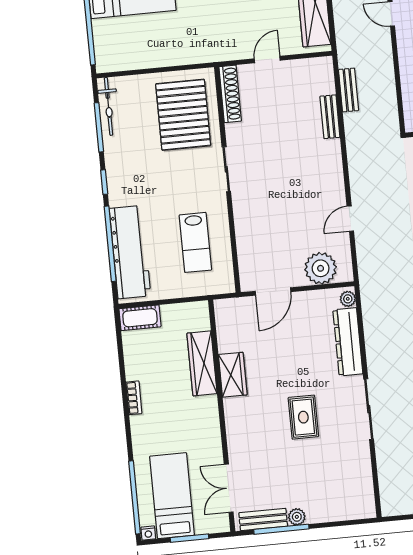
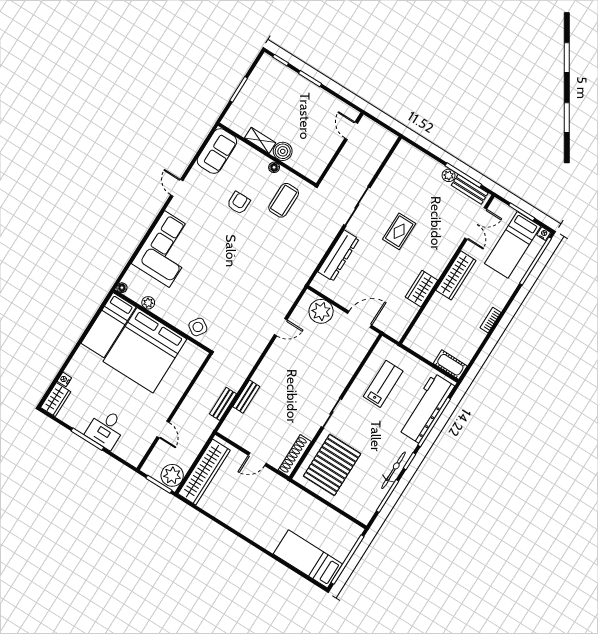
bicycle: (109, 106) -> (393, 470), moved
plant: (348, 299) -> (319, 281), removed
wardrobe: (202, 363) -> (456, 275), moved

